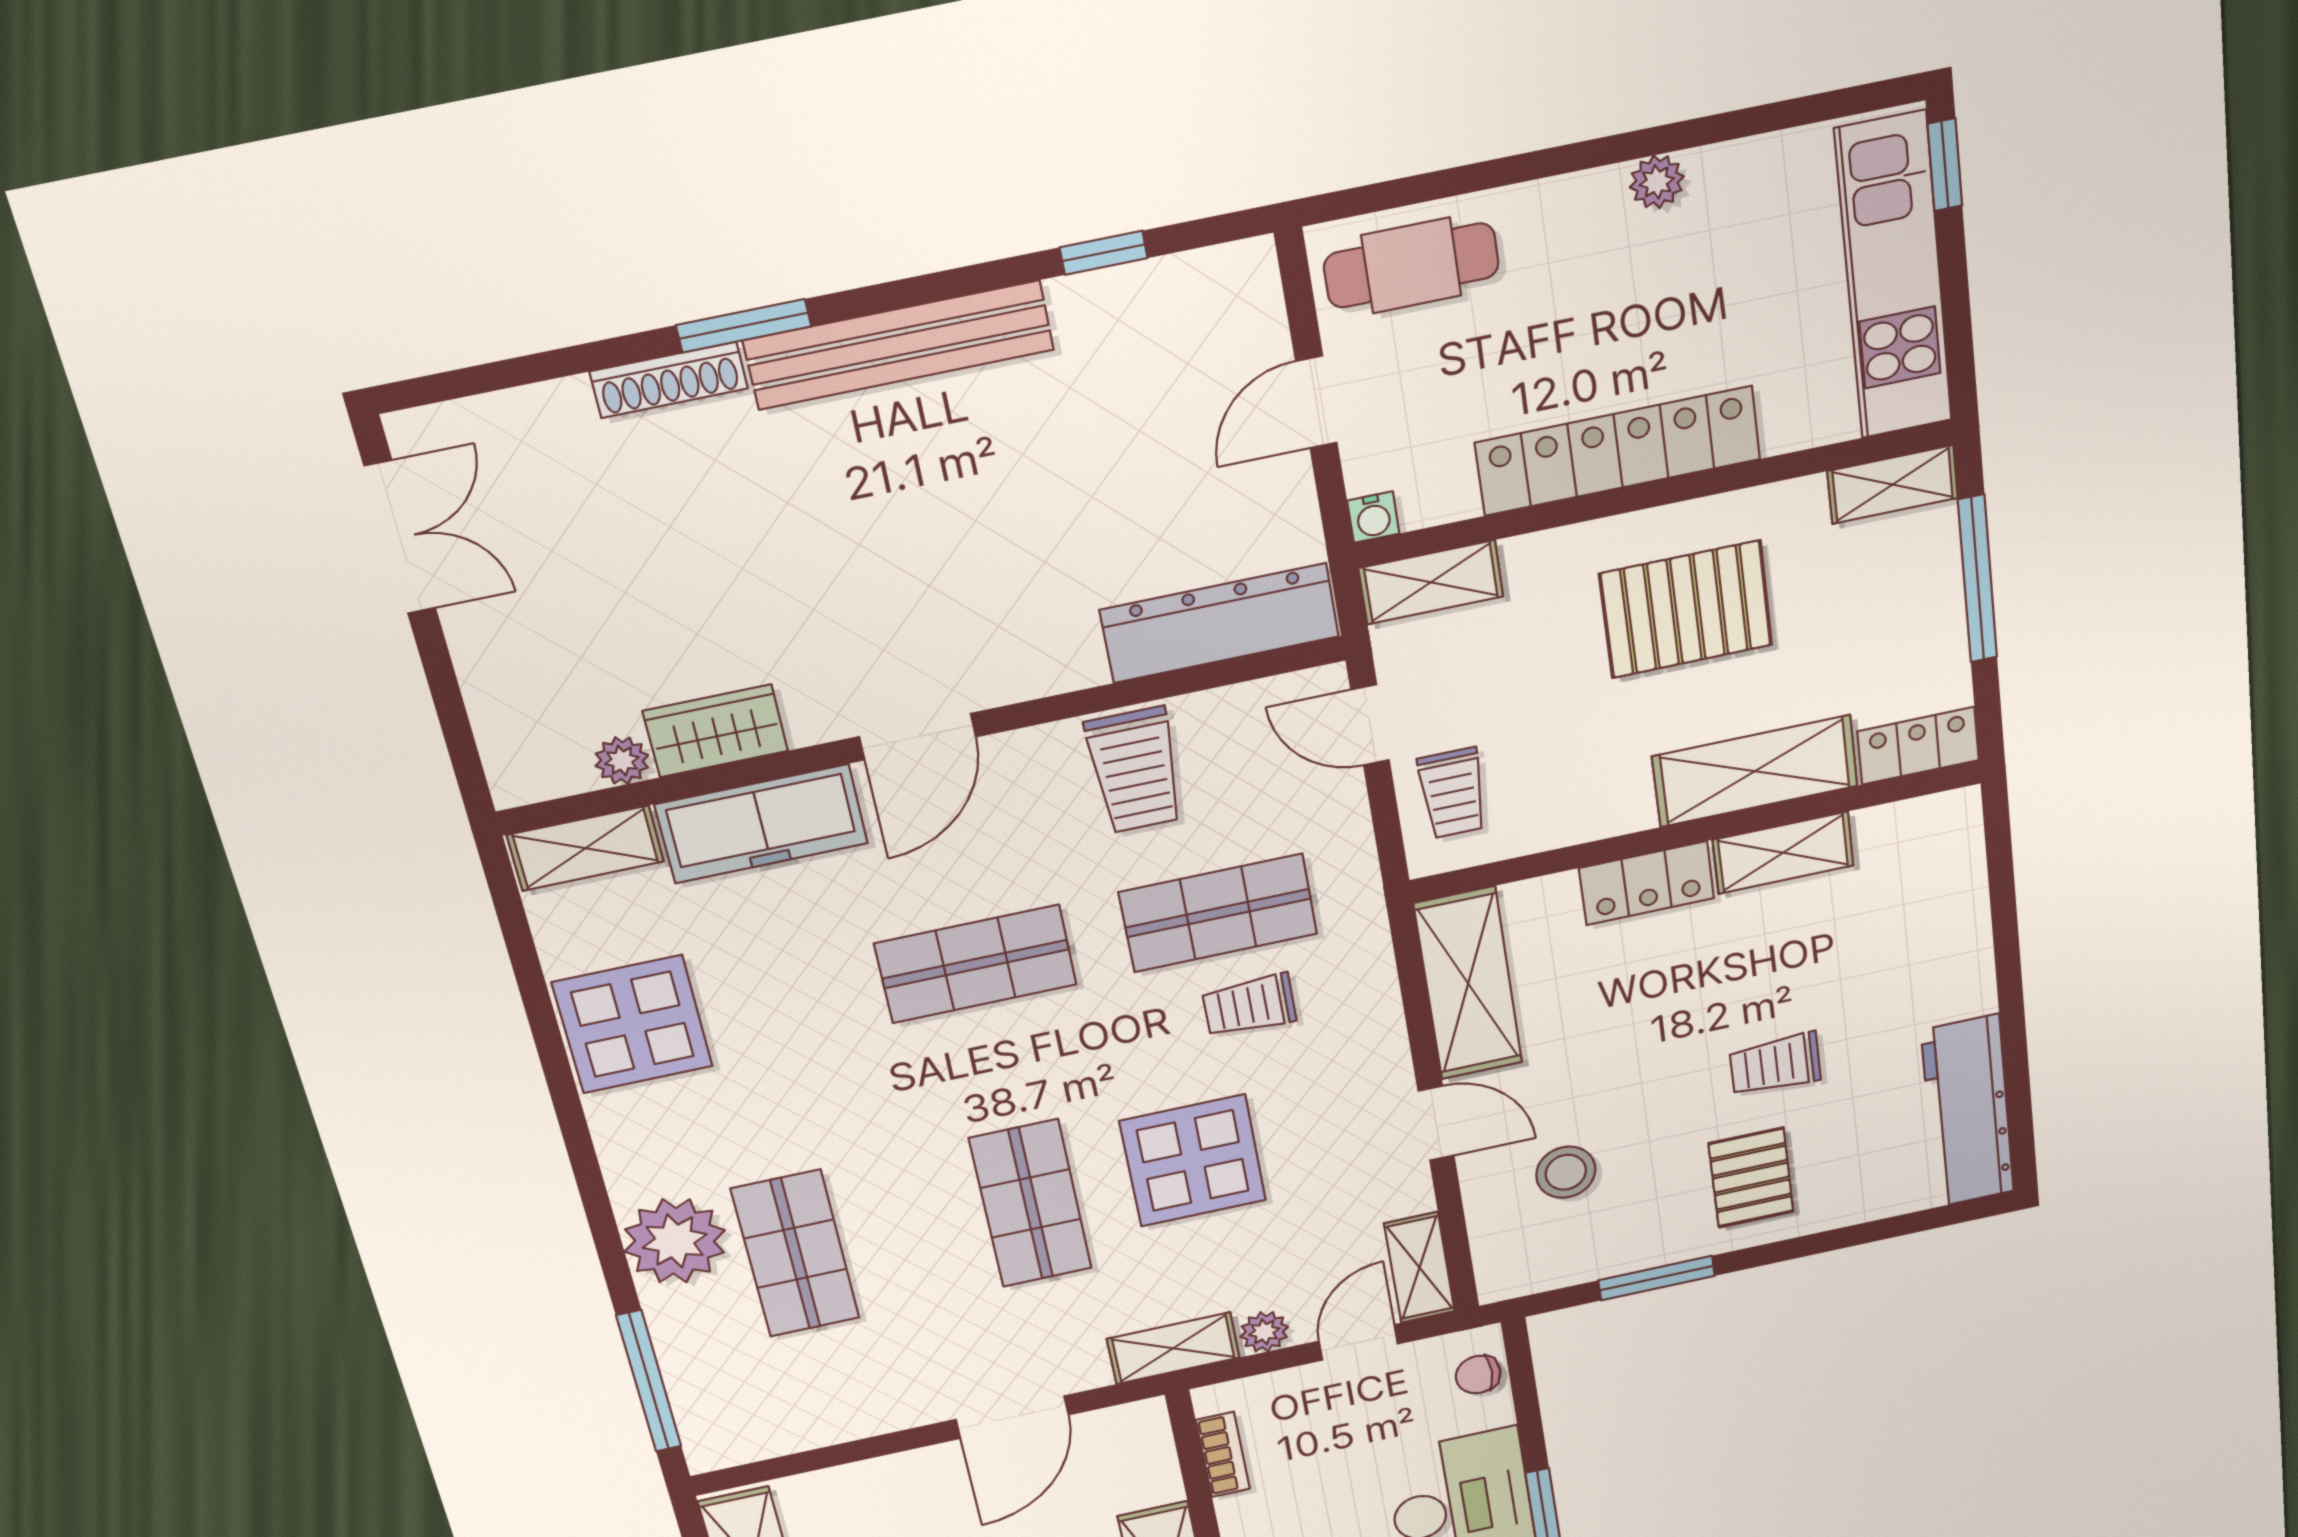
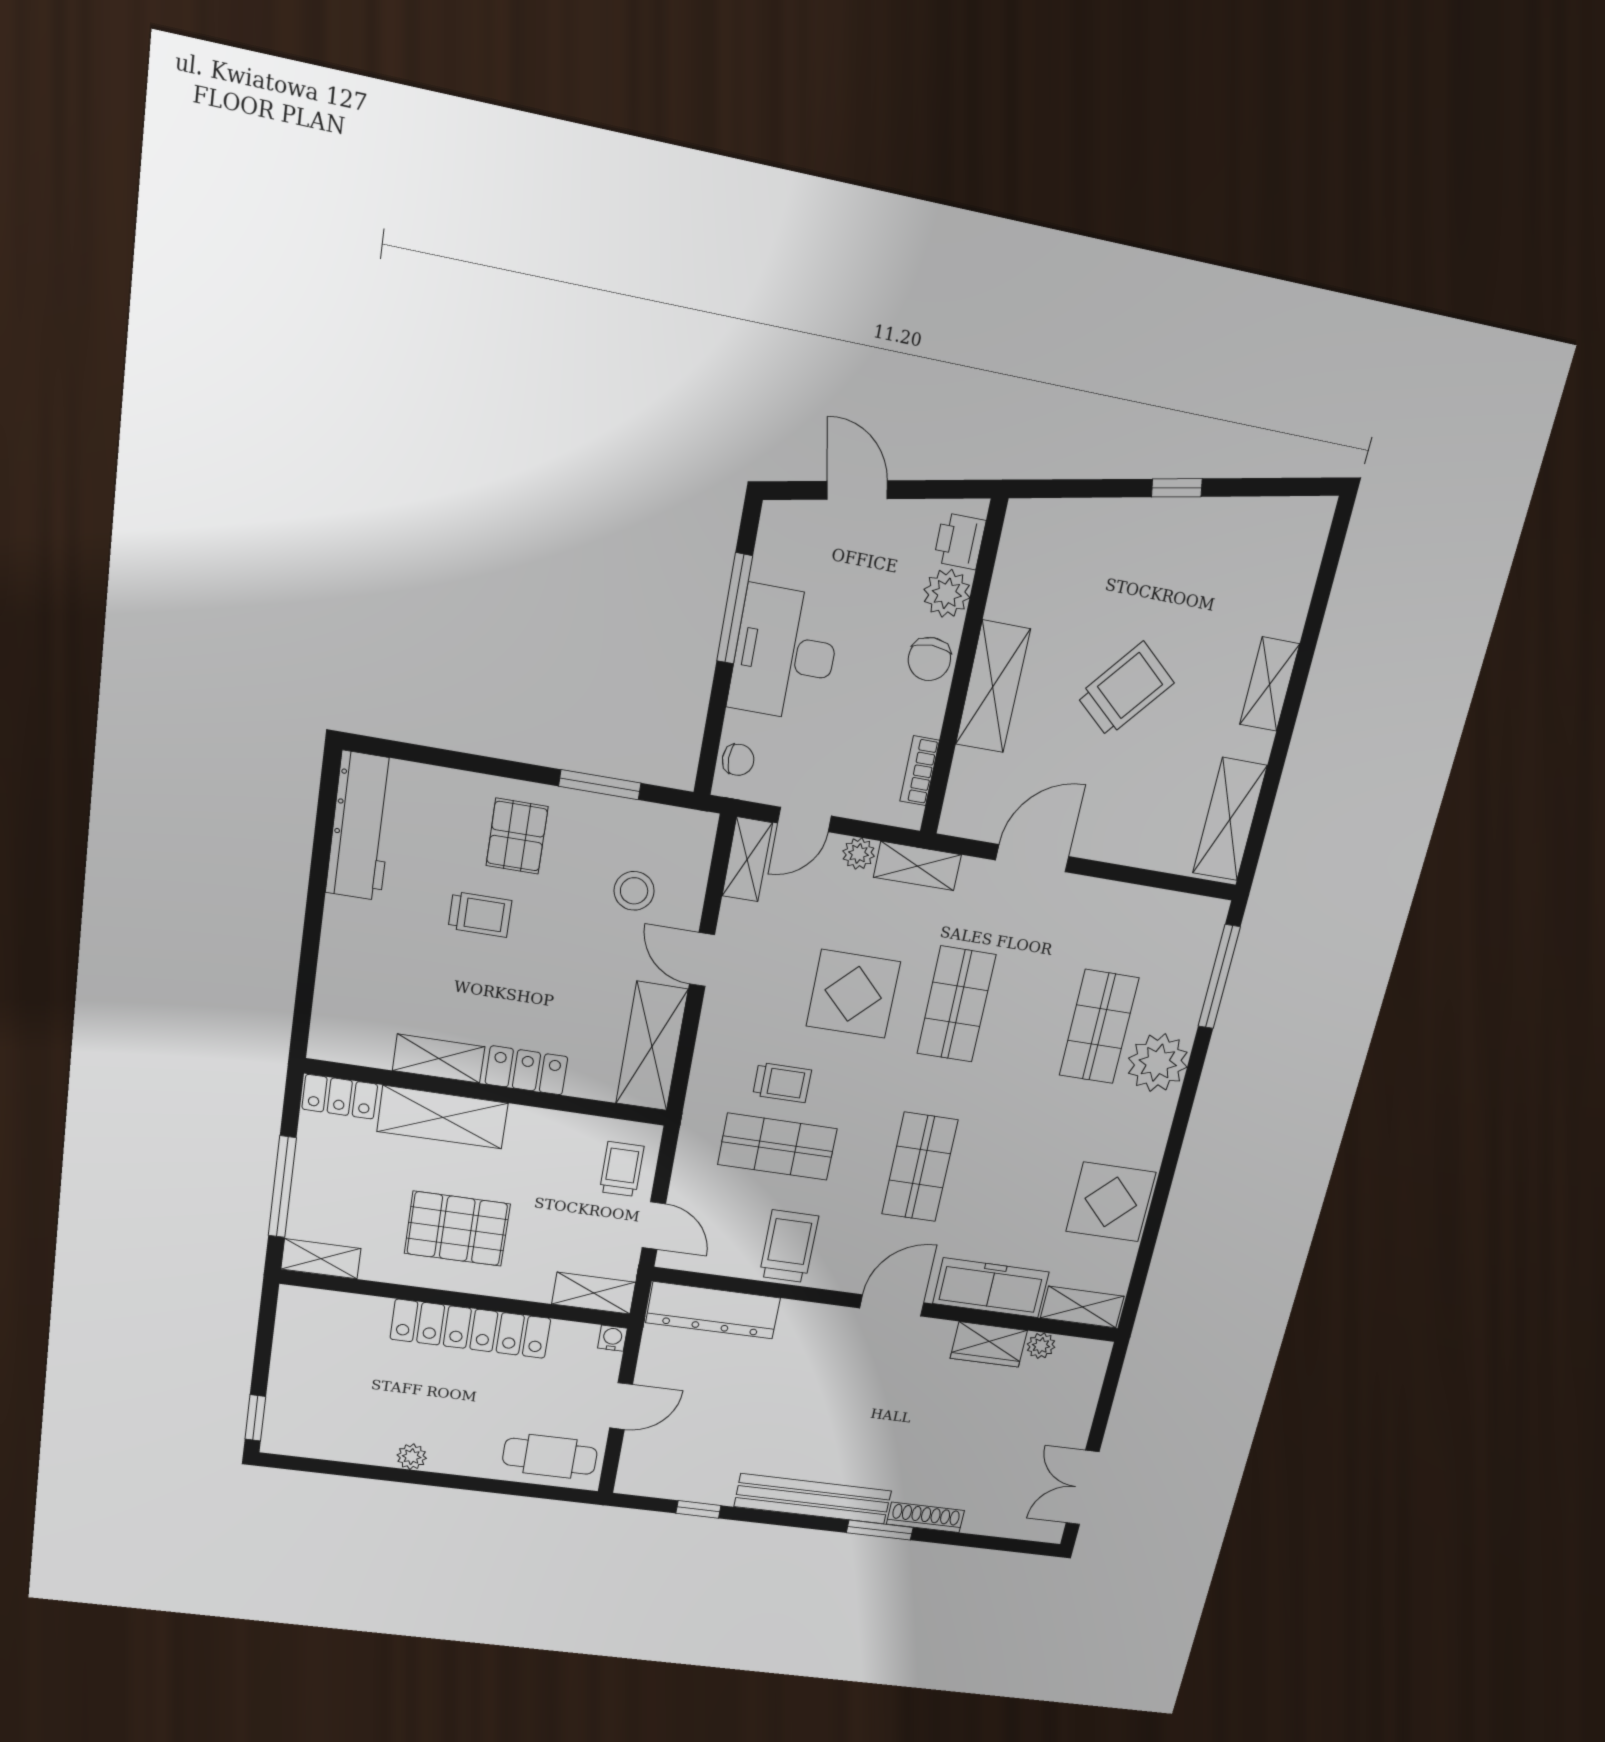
kitchen unit: (1894, 277) -> (296, 1370), removed
shop shelf: (976, 964) -> (920, 1167), turned 90

